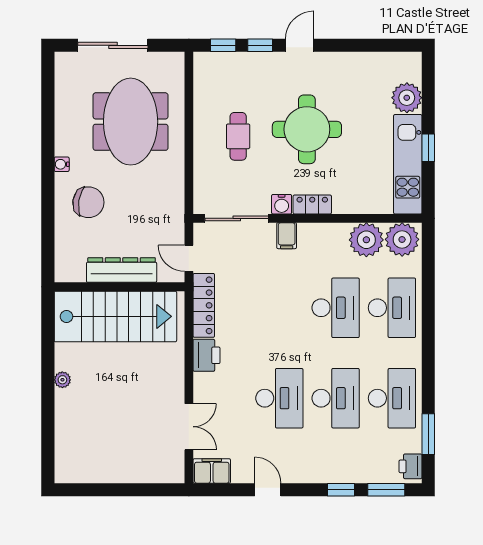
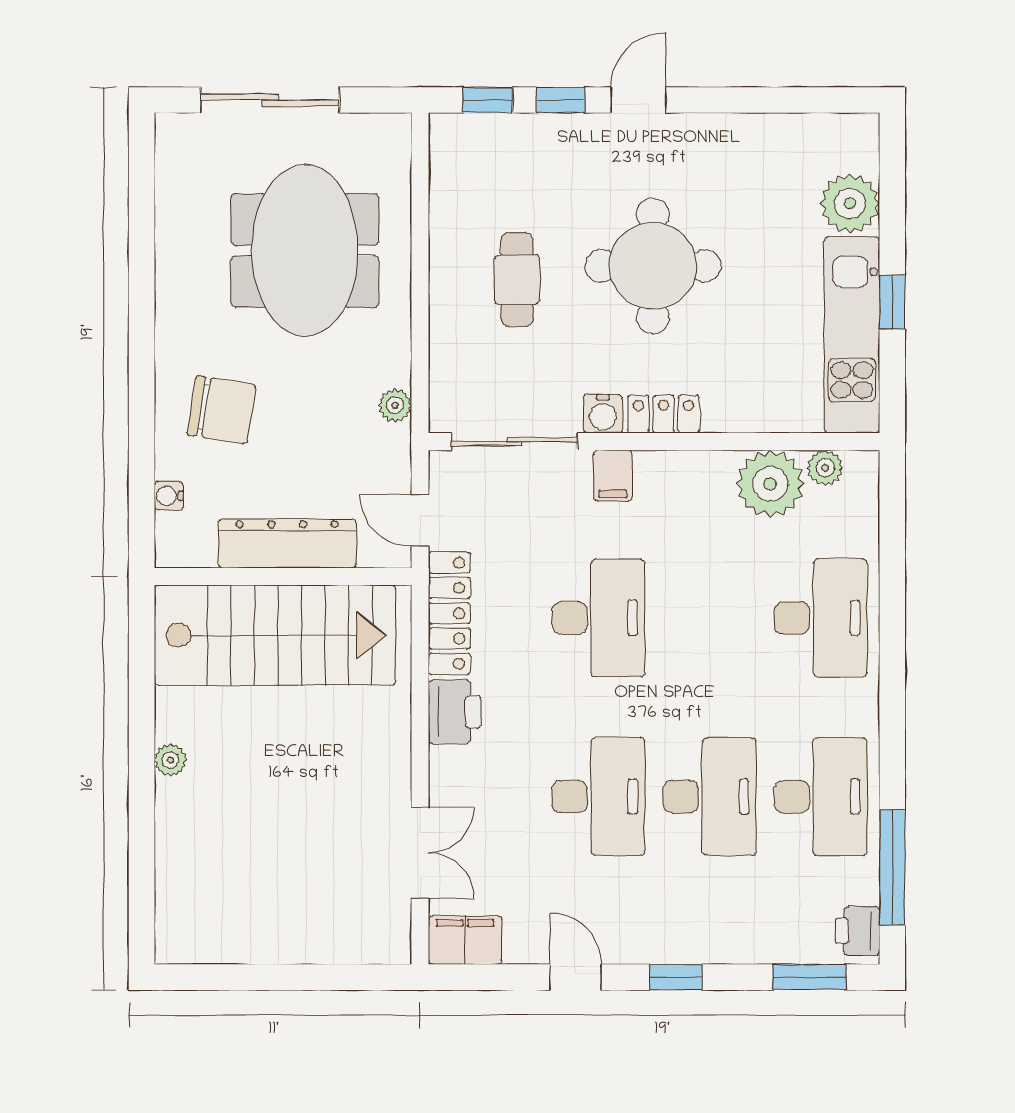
water cooler: (62, 164) -> (169, 496), moved
plant: (176, 200) -> (395, 405), added
plant: (402, 239) -> (825, 468), width x0.53, depth x0.53
desk: (336, 308) -> (598, 618), moved
window: (428, 434) -> (892, 867), width x1.44
window: (341, 490) -> (676, 977), moved

